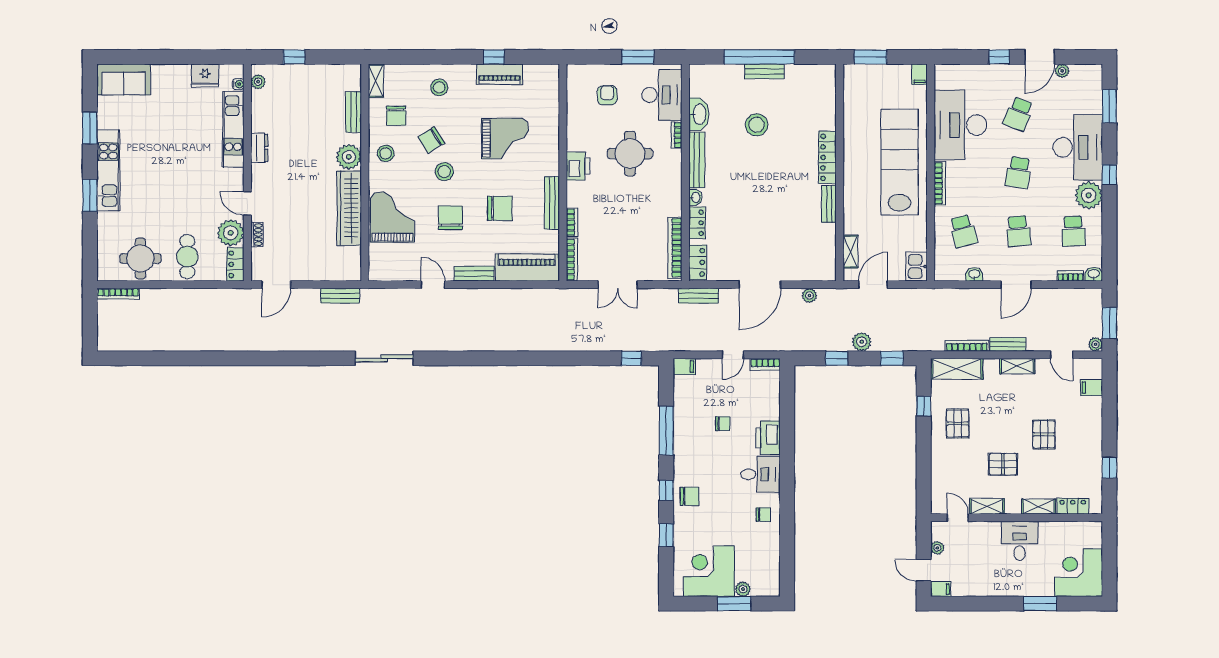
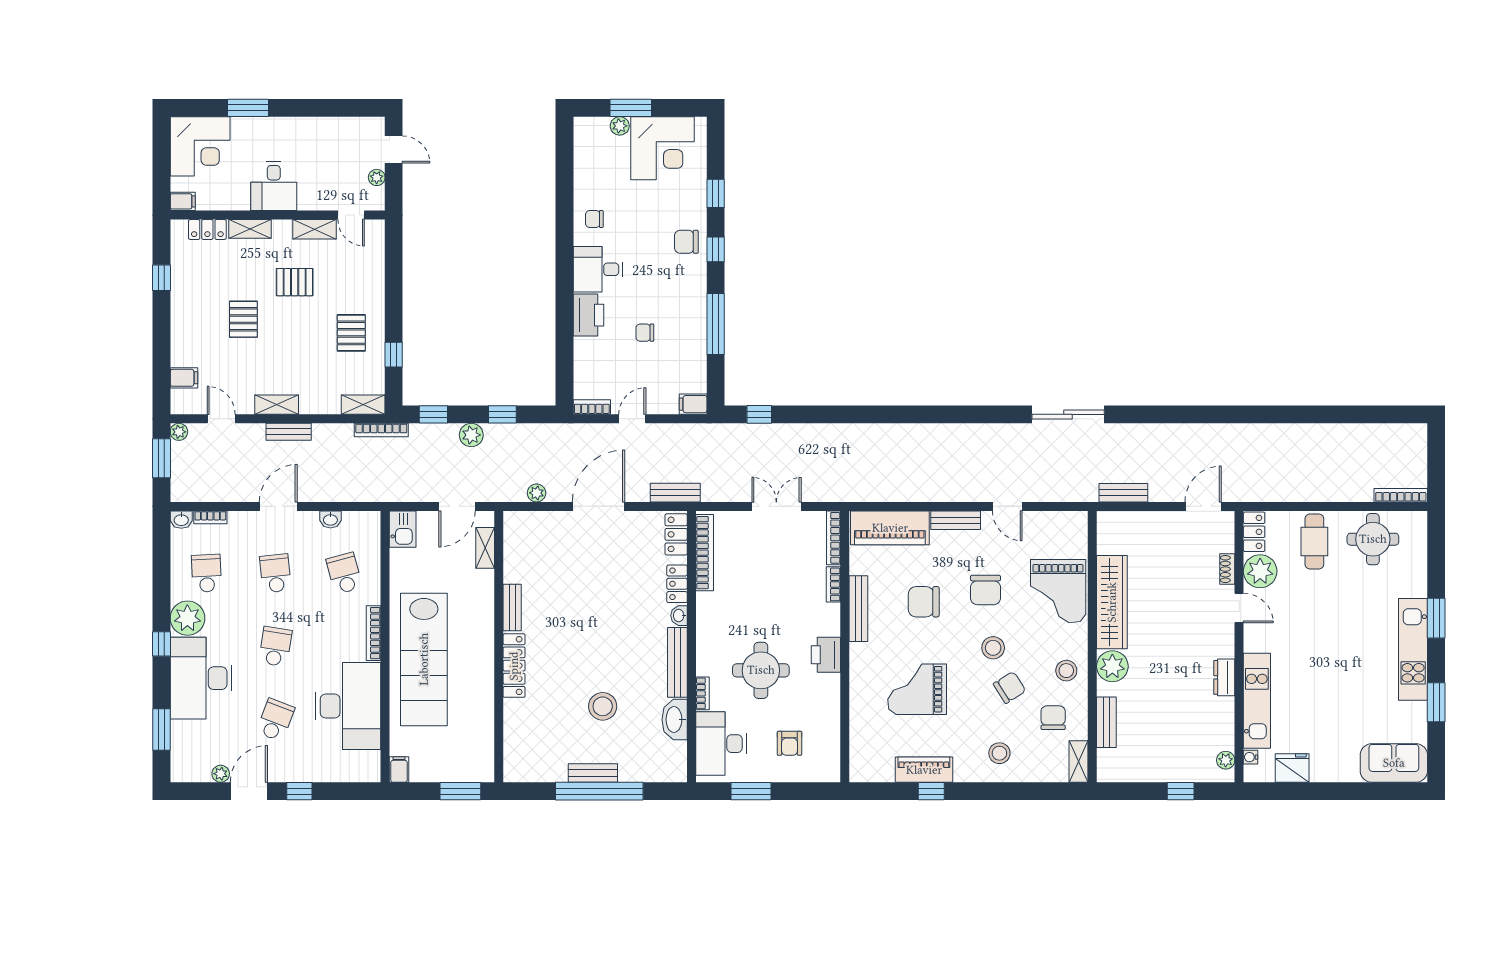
bookcase: (967, 346) -> (381, 430), moved
shelving: (957, 369) -> (363, 405), width x0.67, depth x0.75
filing cabinet: (941, 589) -> (183, 201), moved, turned 180

